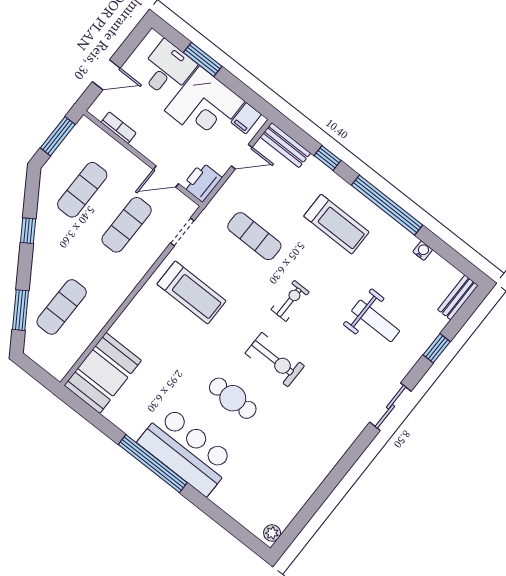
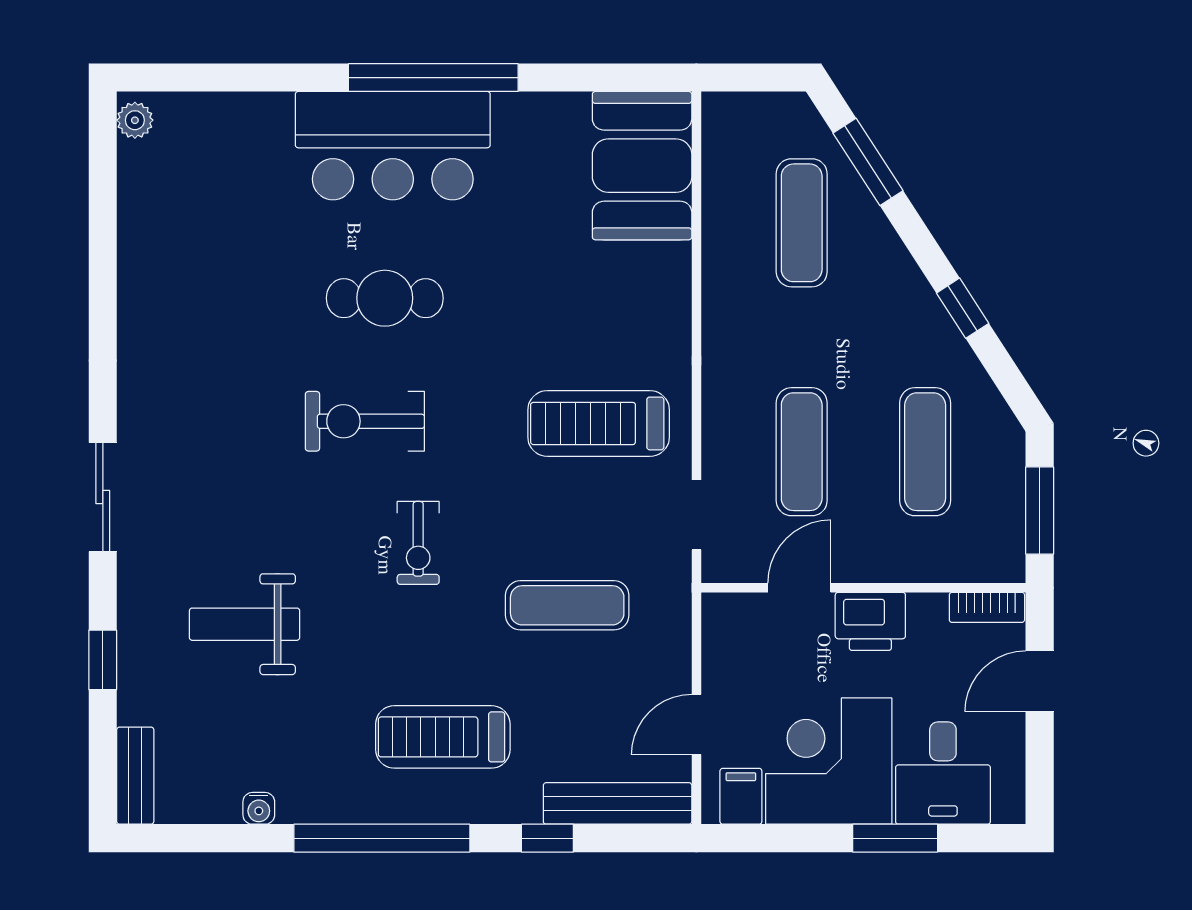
bookcase: (119, 128) -> (987, 607), moved
bench: (285, 145) -> (618, 803), width x1.36
printer: (202, 182) -> (870, 621), moved, turned 90

